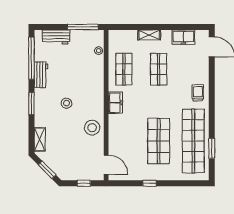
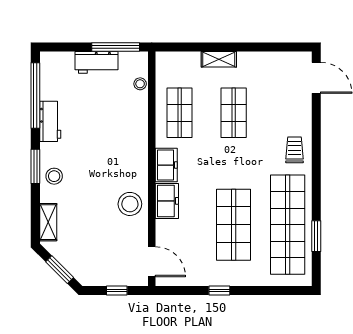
workbench: (56, 37) -> (96, 62), moved
freezer: (183, 37) -> (167, 201), moved, turned -90
stool: (66, 103) -> (54, 176), moved

